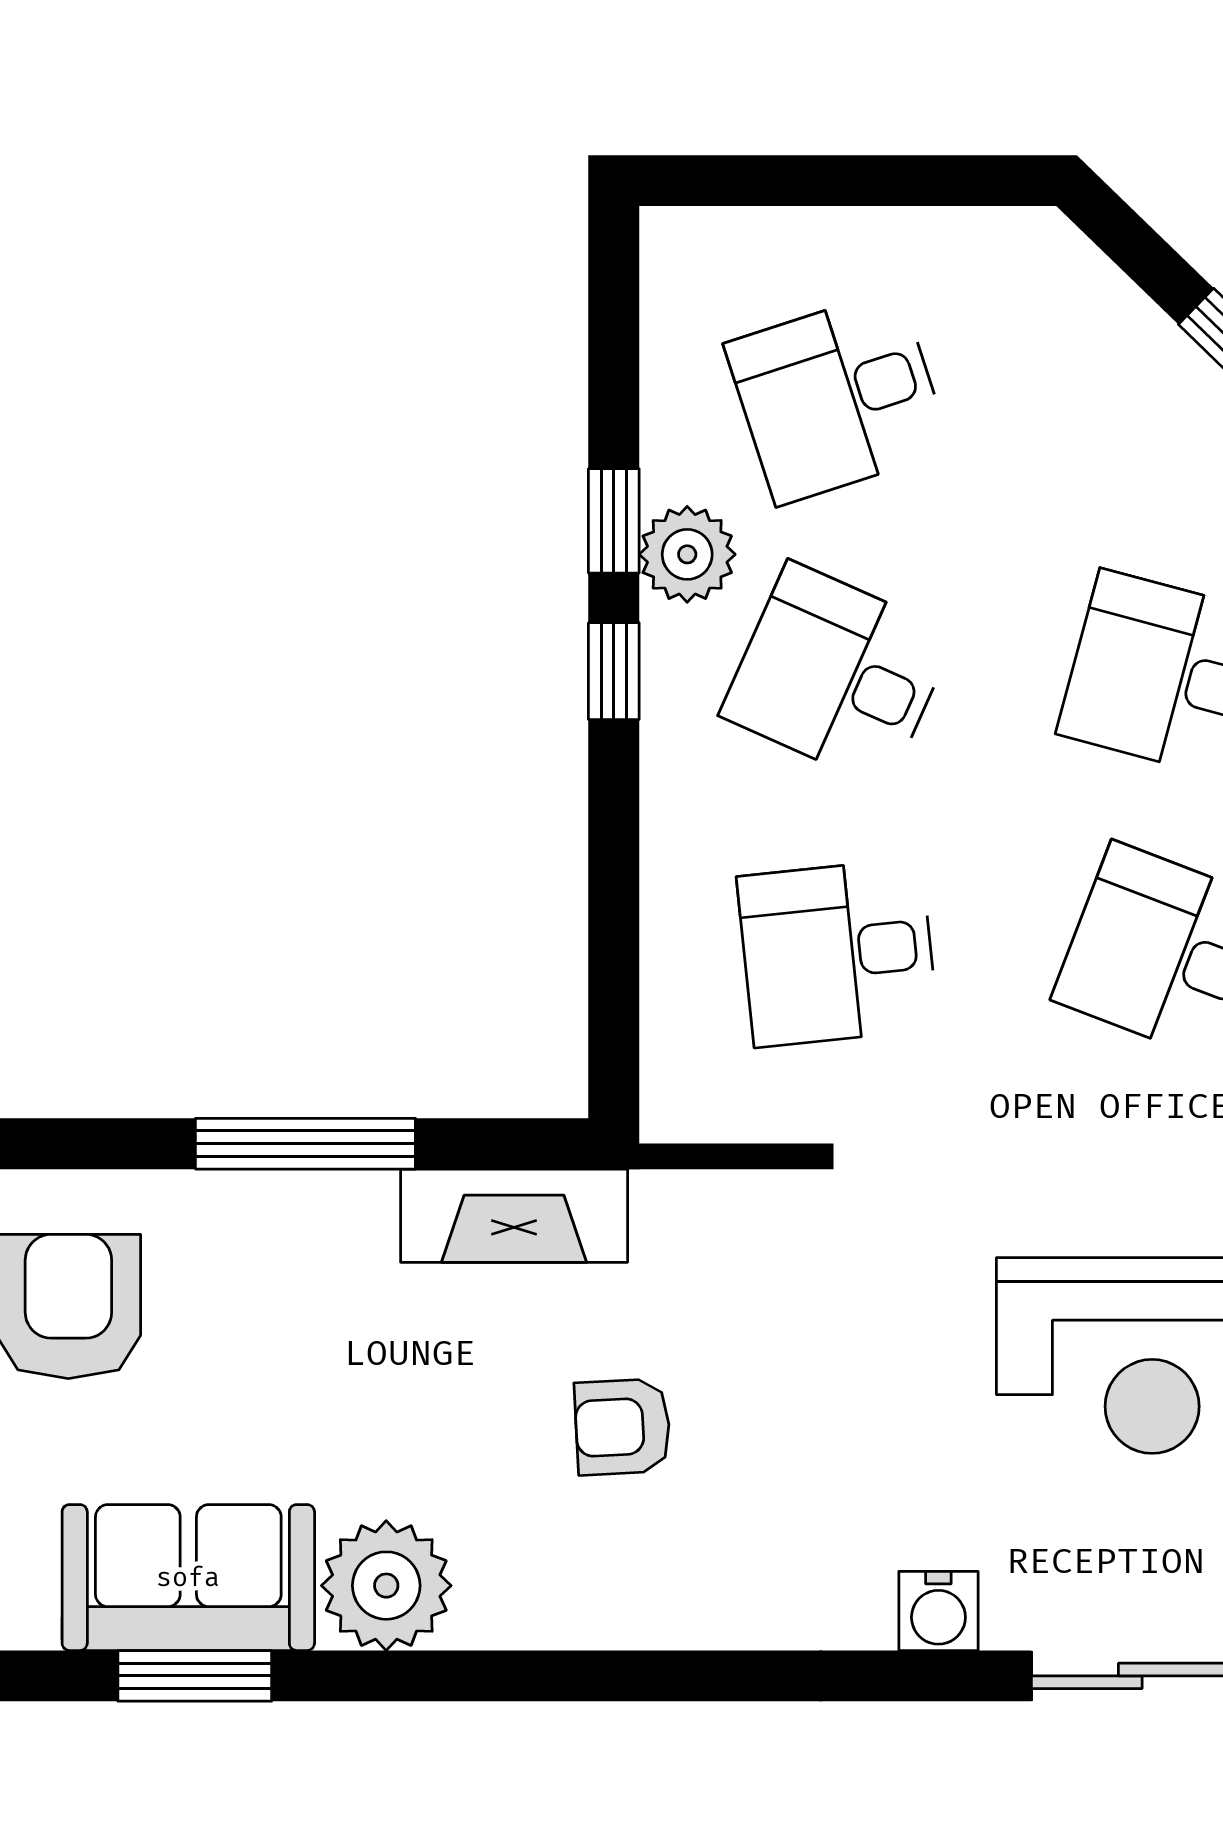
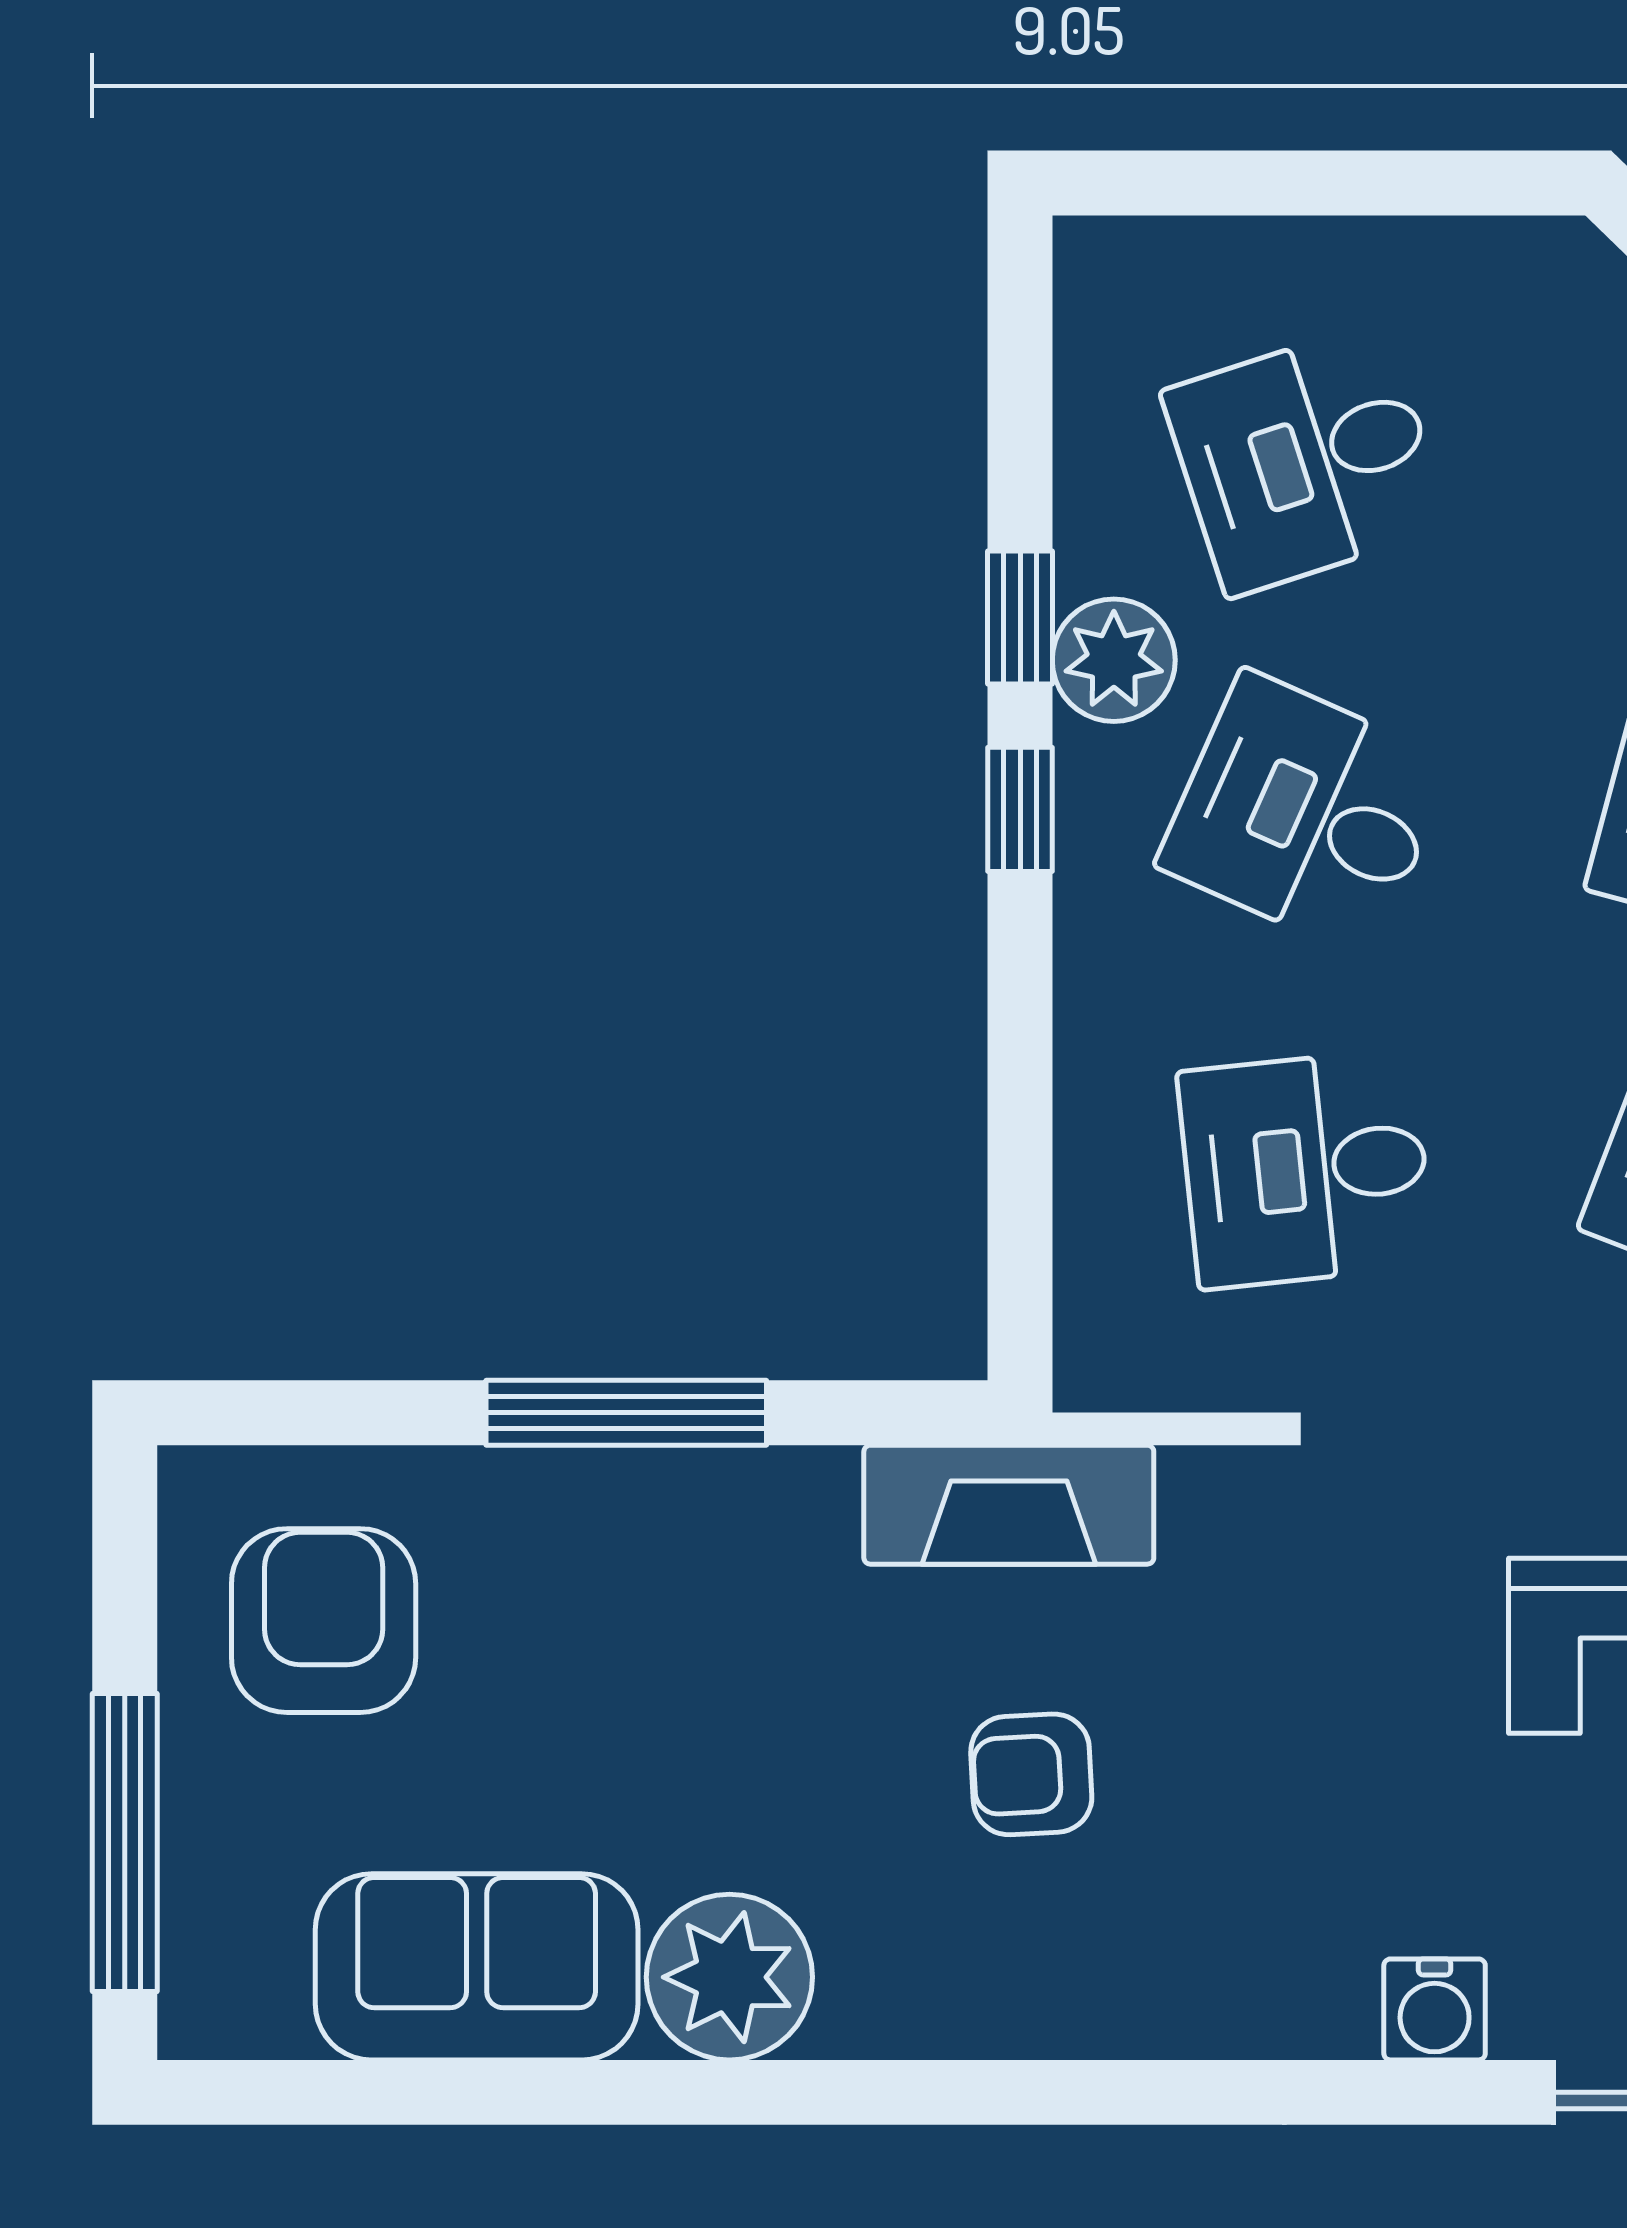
fireplace: (514, 1216) -> (1009, 1505), moved
window: (195, 1676) -> (485, 2092), removed

